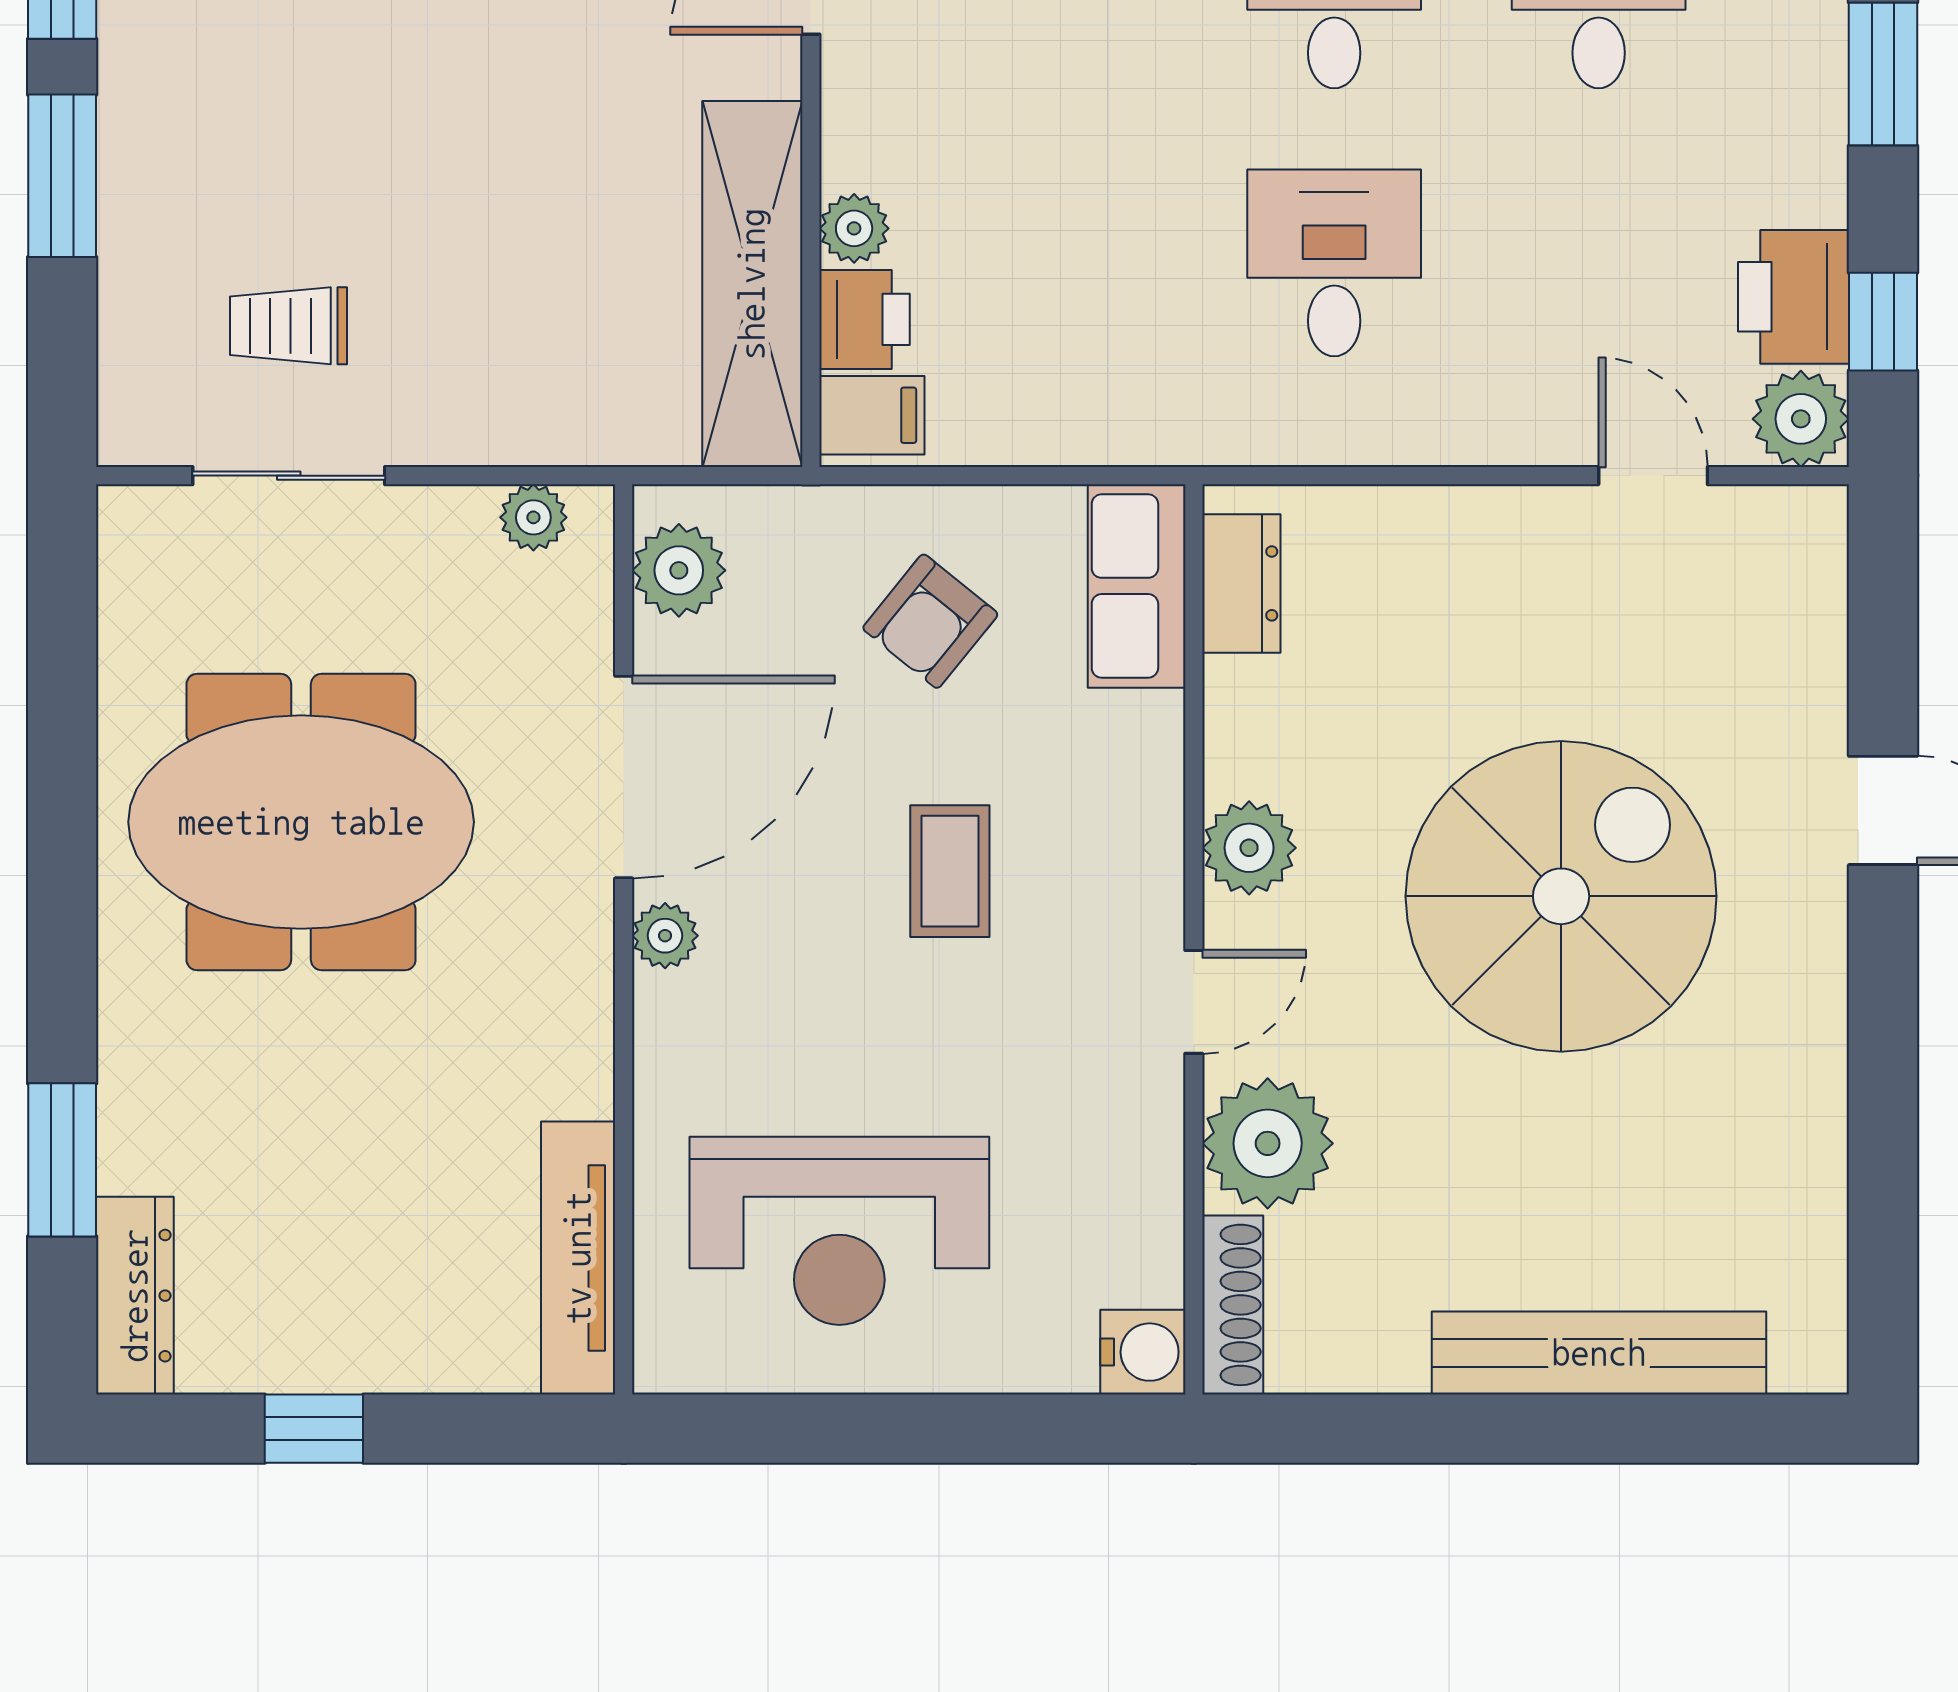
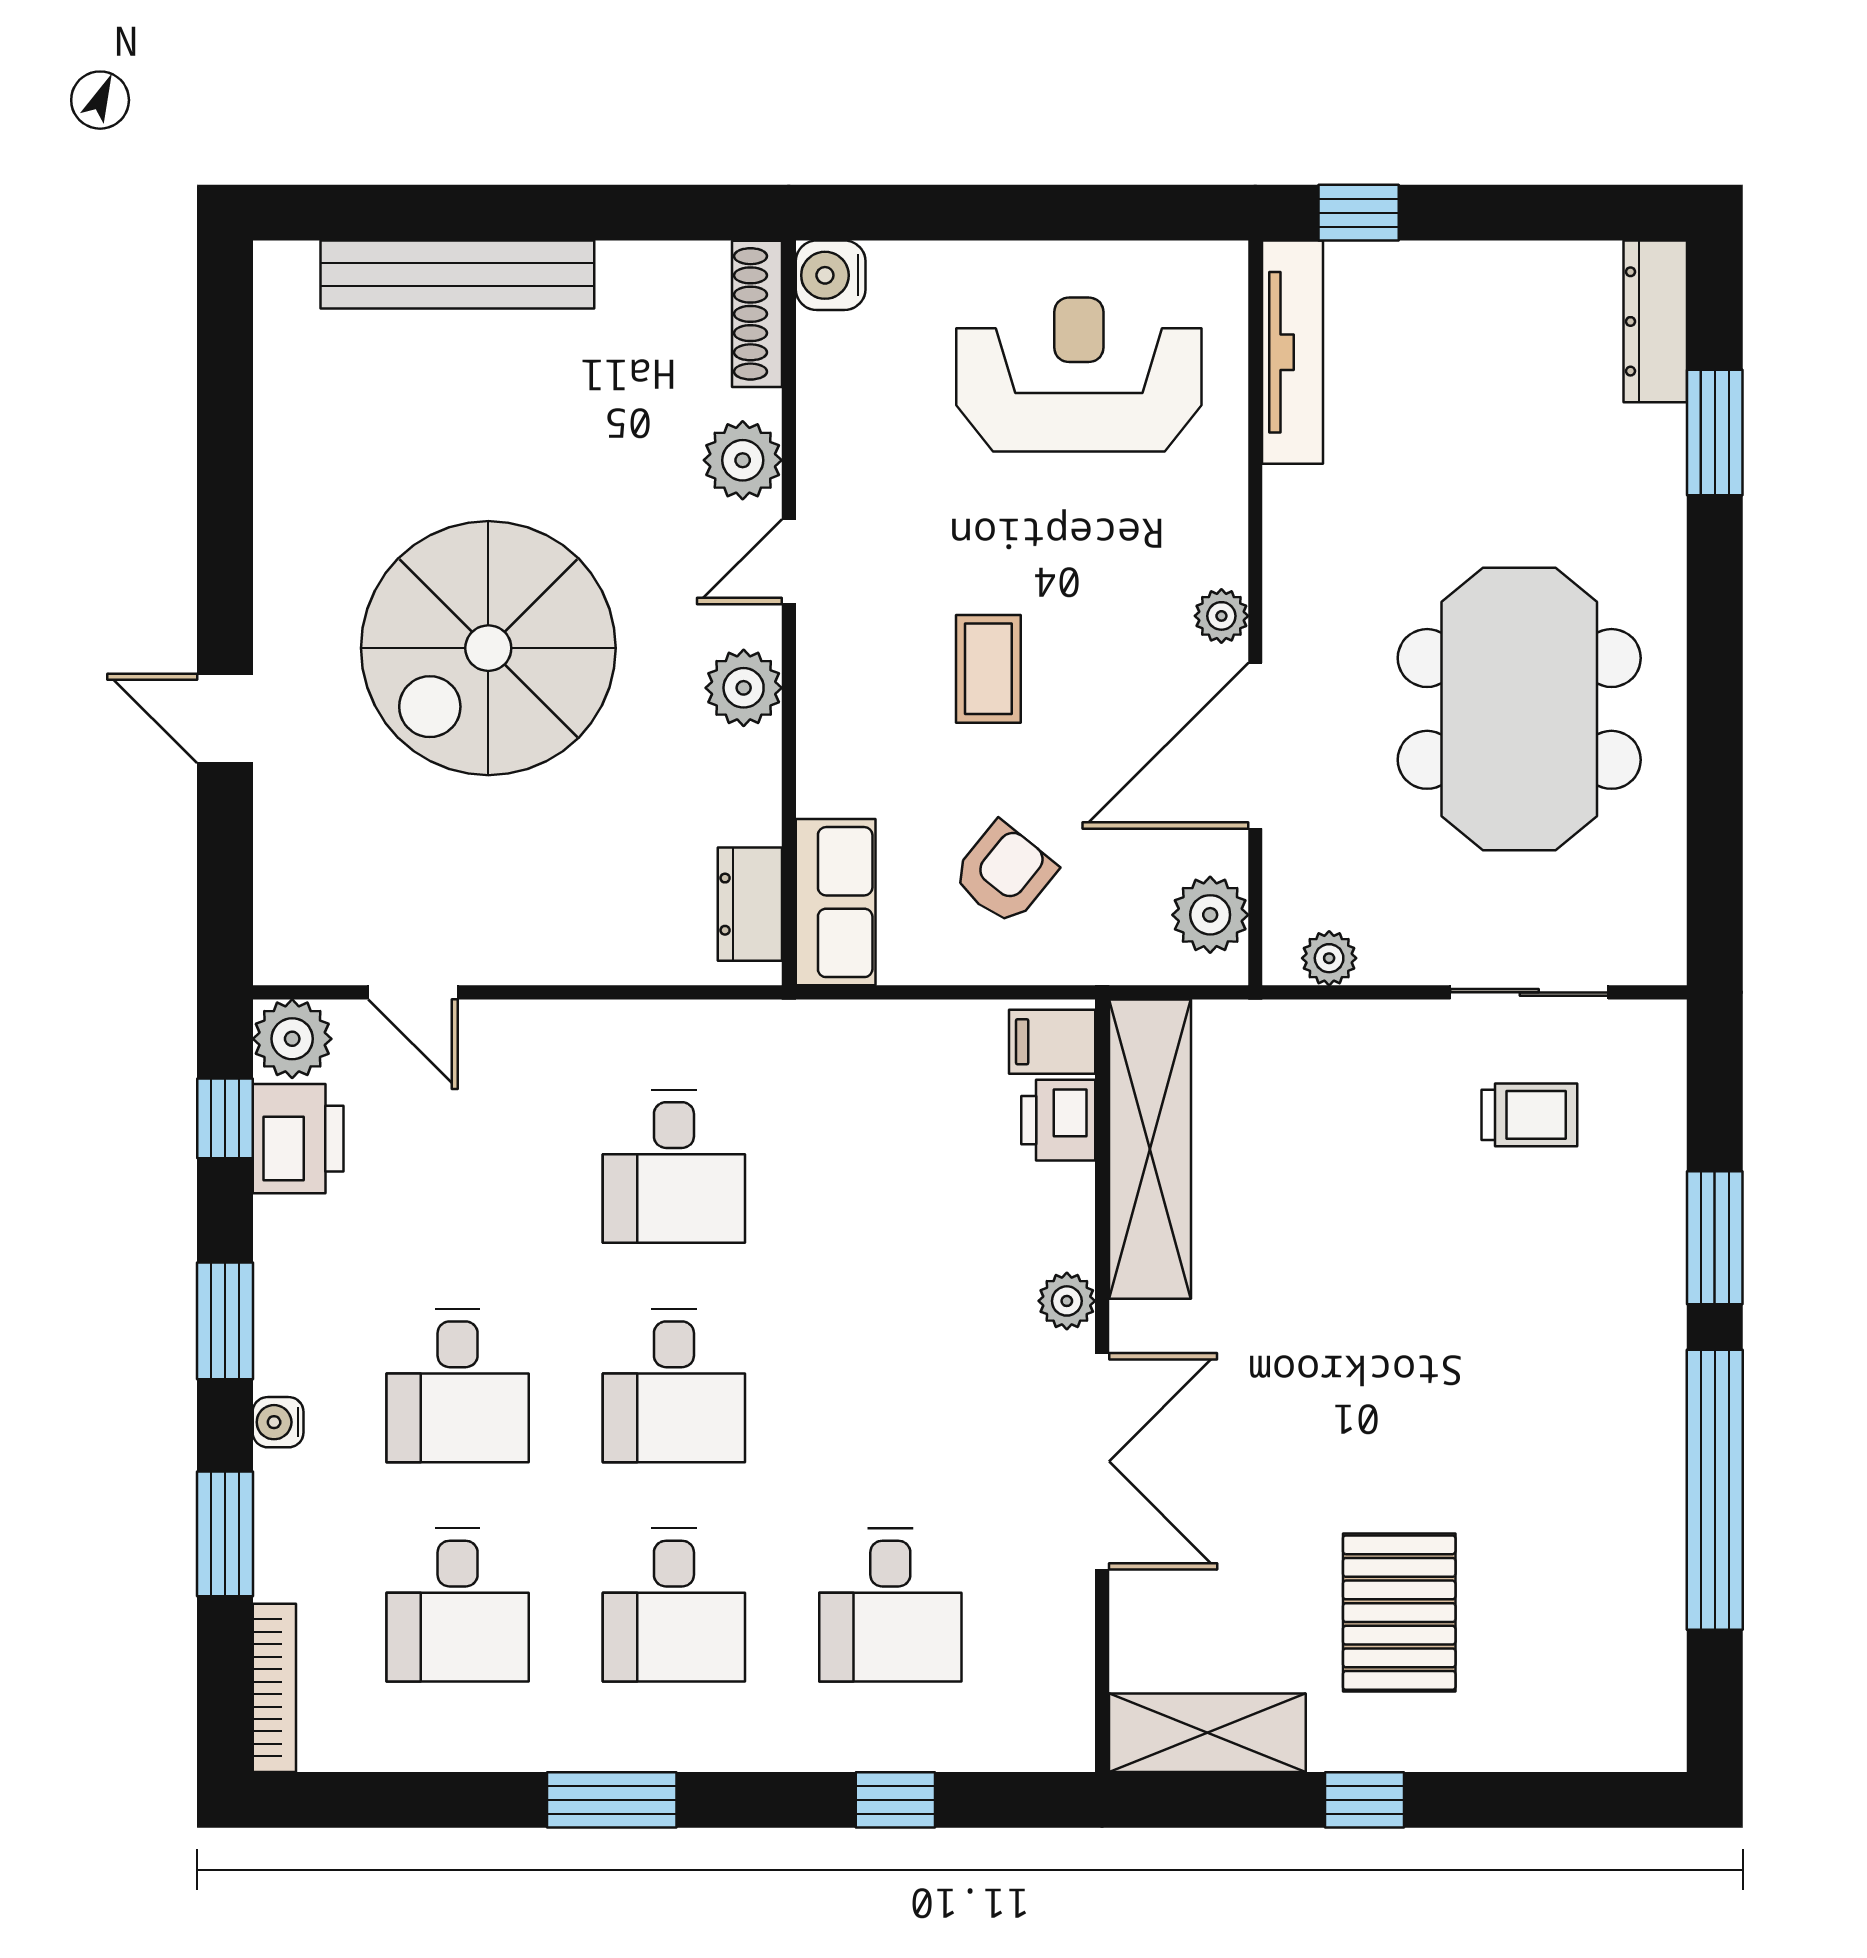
plant: (854, 228) -> (1067, 1301), moved
meeting table: (301, 822) -> (1519, 709), turned 90
plant: (1268, 1143) -> (743, 460), width x0.73, depth x0.73
window: (314, 1429) -> (1359, 213), moved

